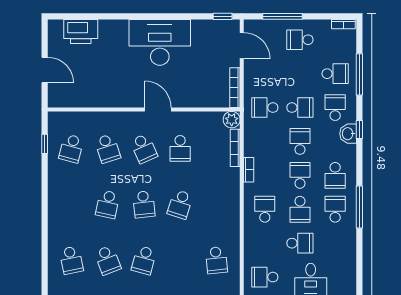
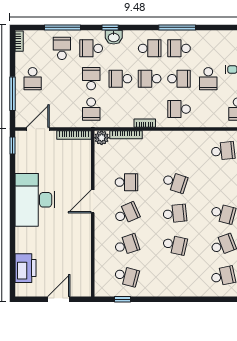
school desk: (300, 243) -> (208, 79), turned 180

